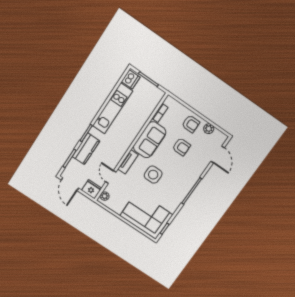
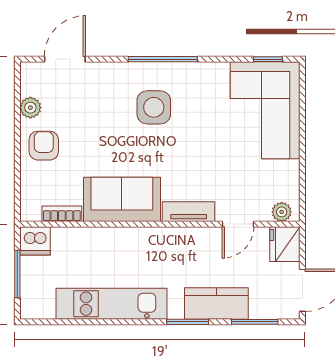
dishwasher: (131, 79) -> (35, 241), moved, turned 180
armchair: (181, 147) -> (96, 134), removed
side table: (153, 175) -> (154, 107), moved

